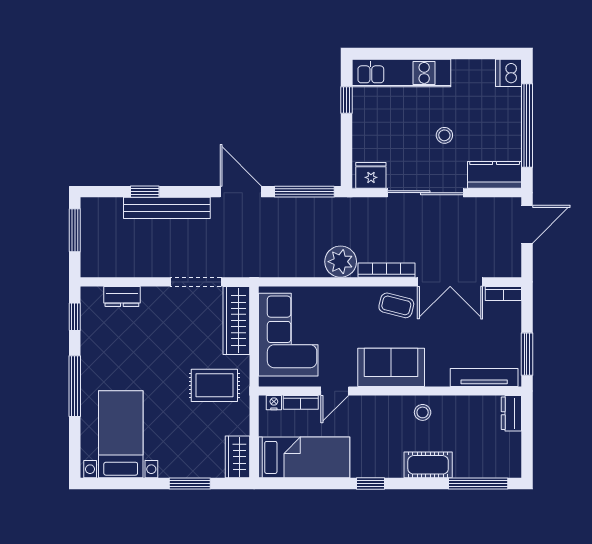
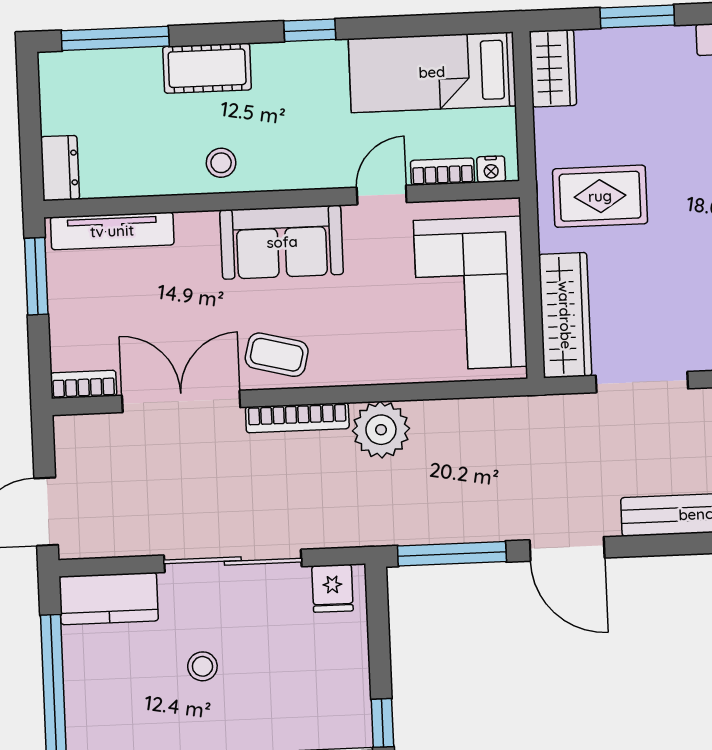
fridge: (371, 175) -> (332, 588), width x0.72

